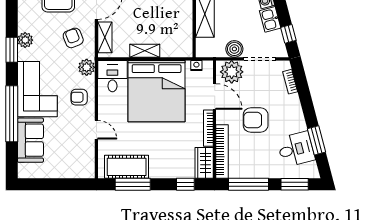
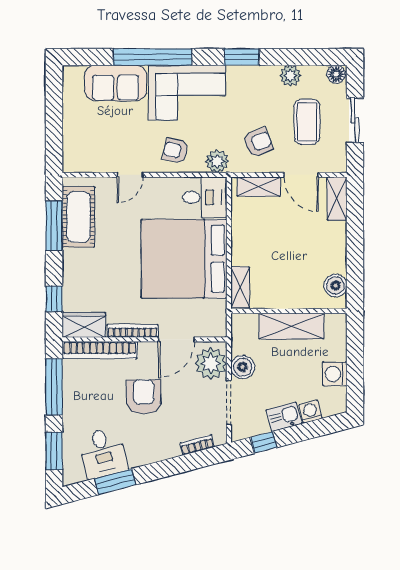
plant: (25, 40) -> (290, 76), moved
shelving: (145, 51) -> (240, 287), moved
nightstand: (196, 65) -> (220, 314), removed
armchair: (79, 97) -> (175, 151), turned -77

